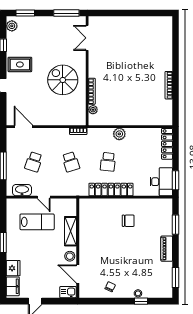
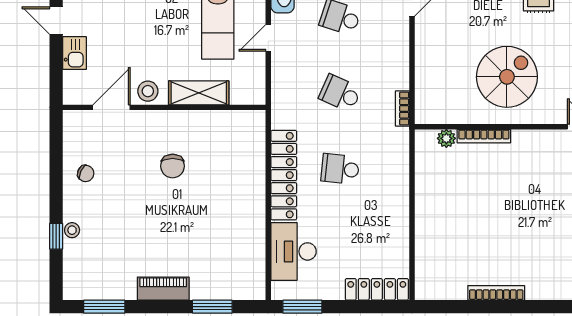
plant: (119, 134) -> (397, 192), removed
school desk: (71, 162) -> (340, 93), turned 42
desk: (161, 182) -> (293, 251), moved, turned 90
chair: (128, 221) -> (173, 166), moved
kitchen sink: (68, 292) -> (74, 53), moved

